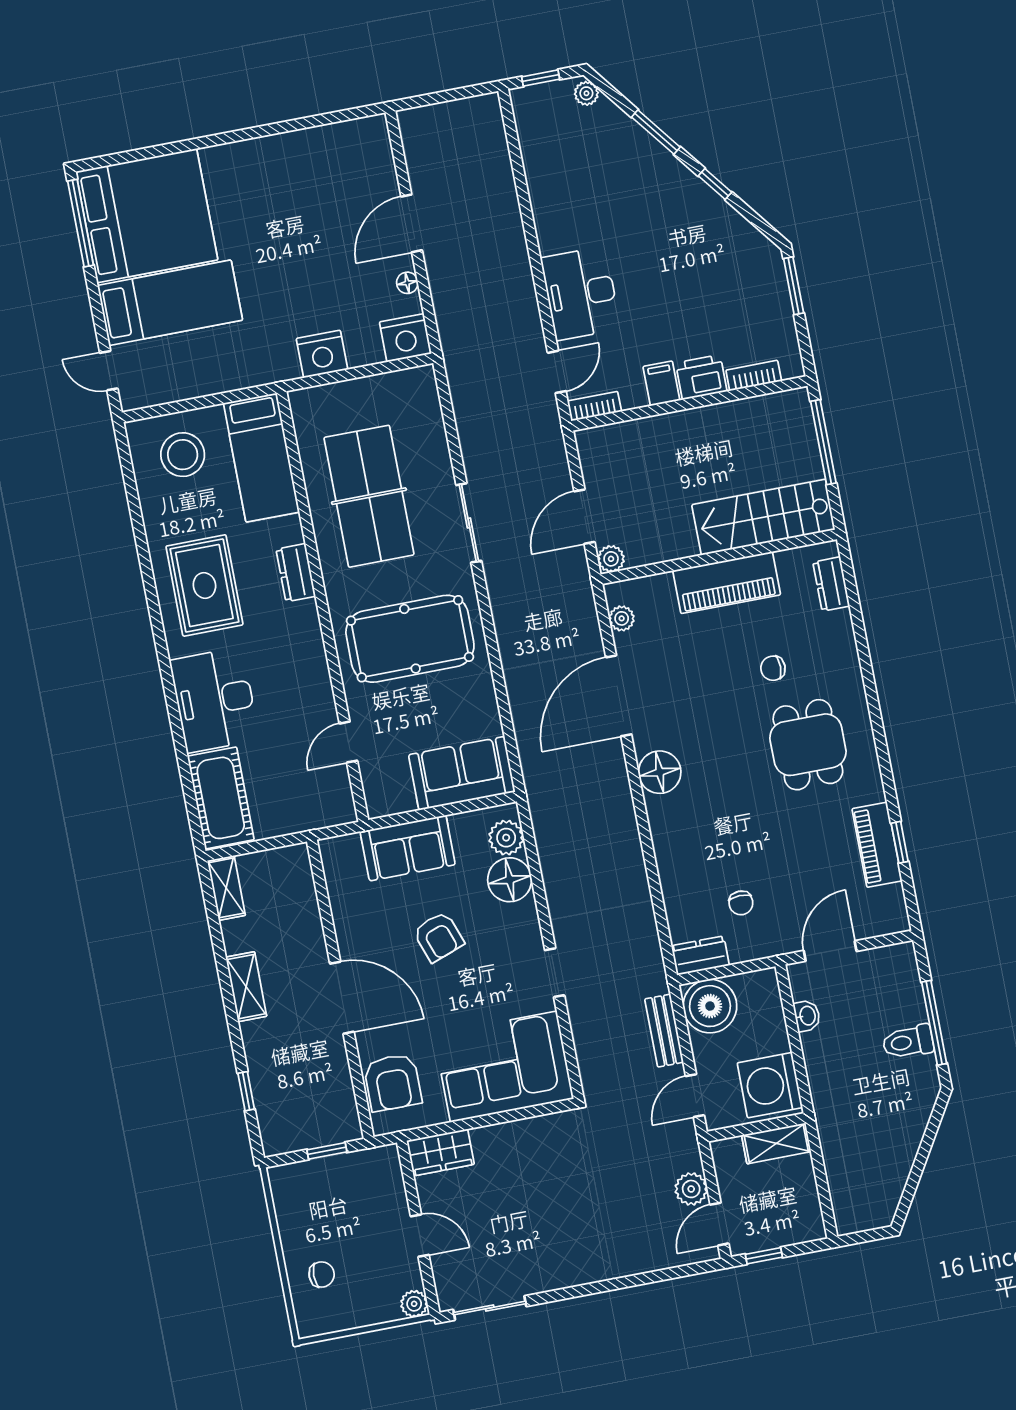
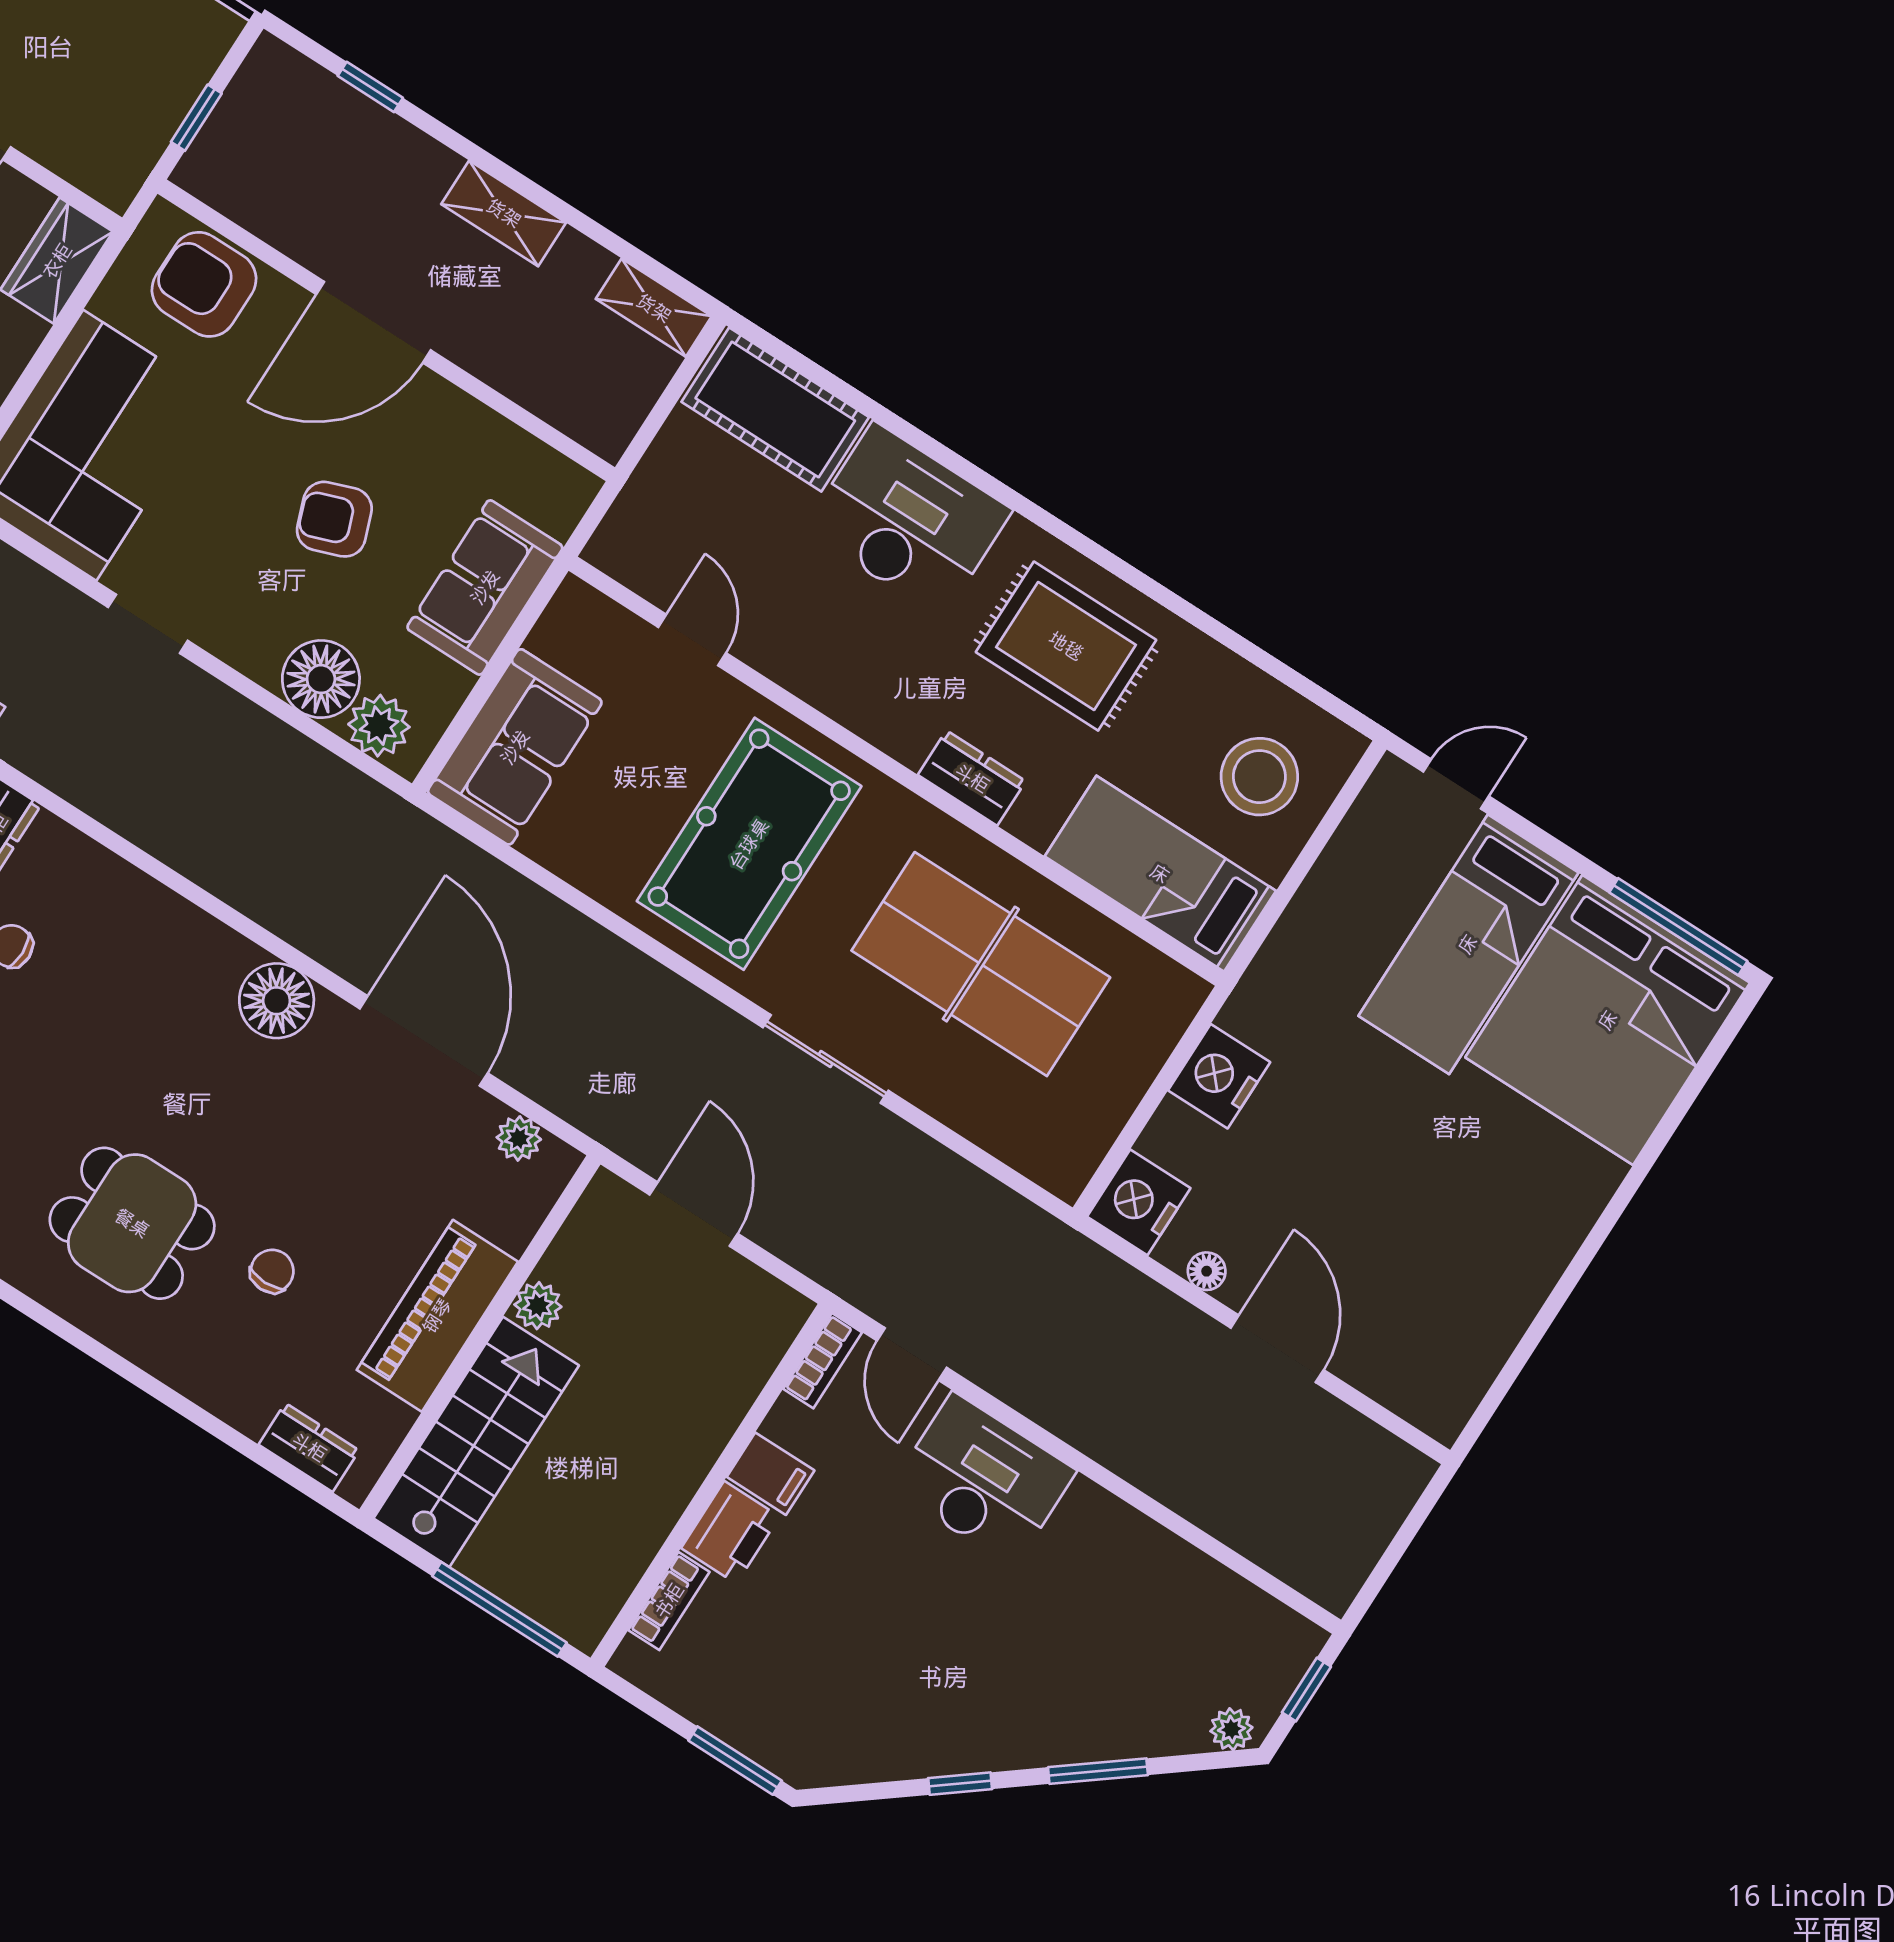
plant: (611, 559) -> (538, 1306), moved

